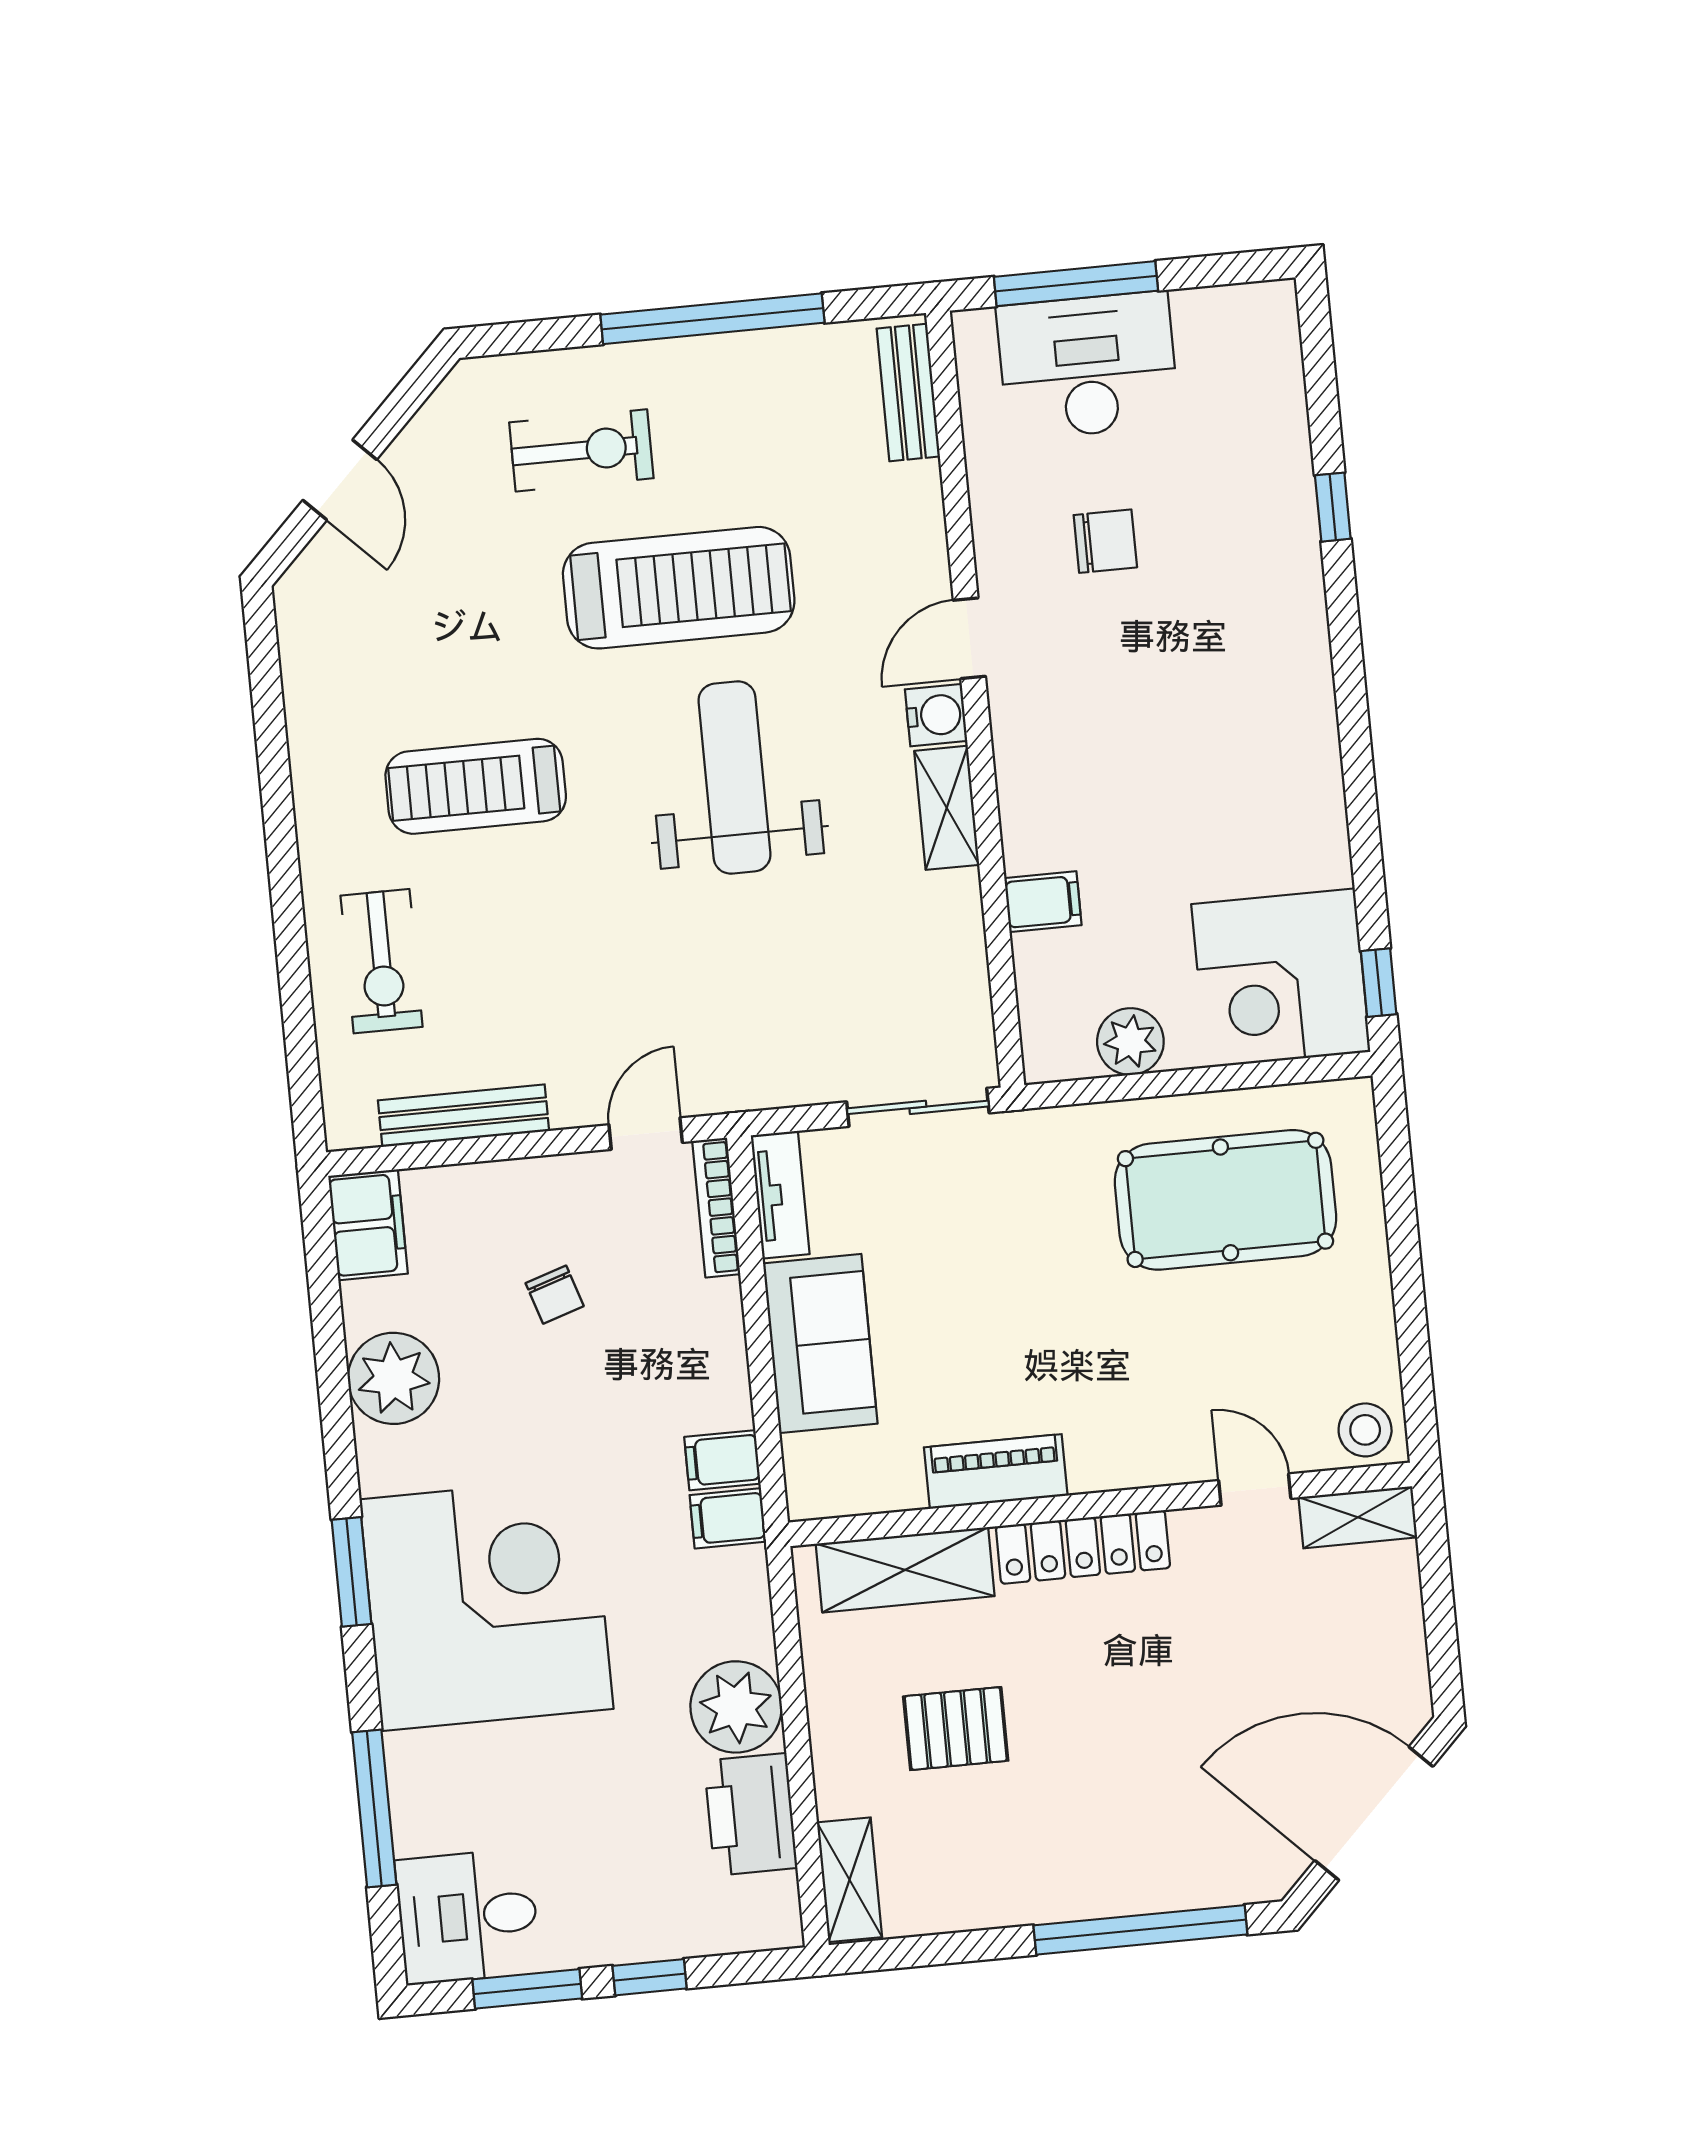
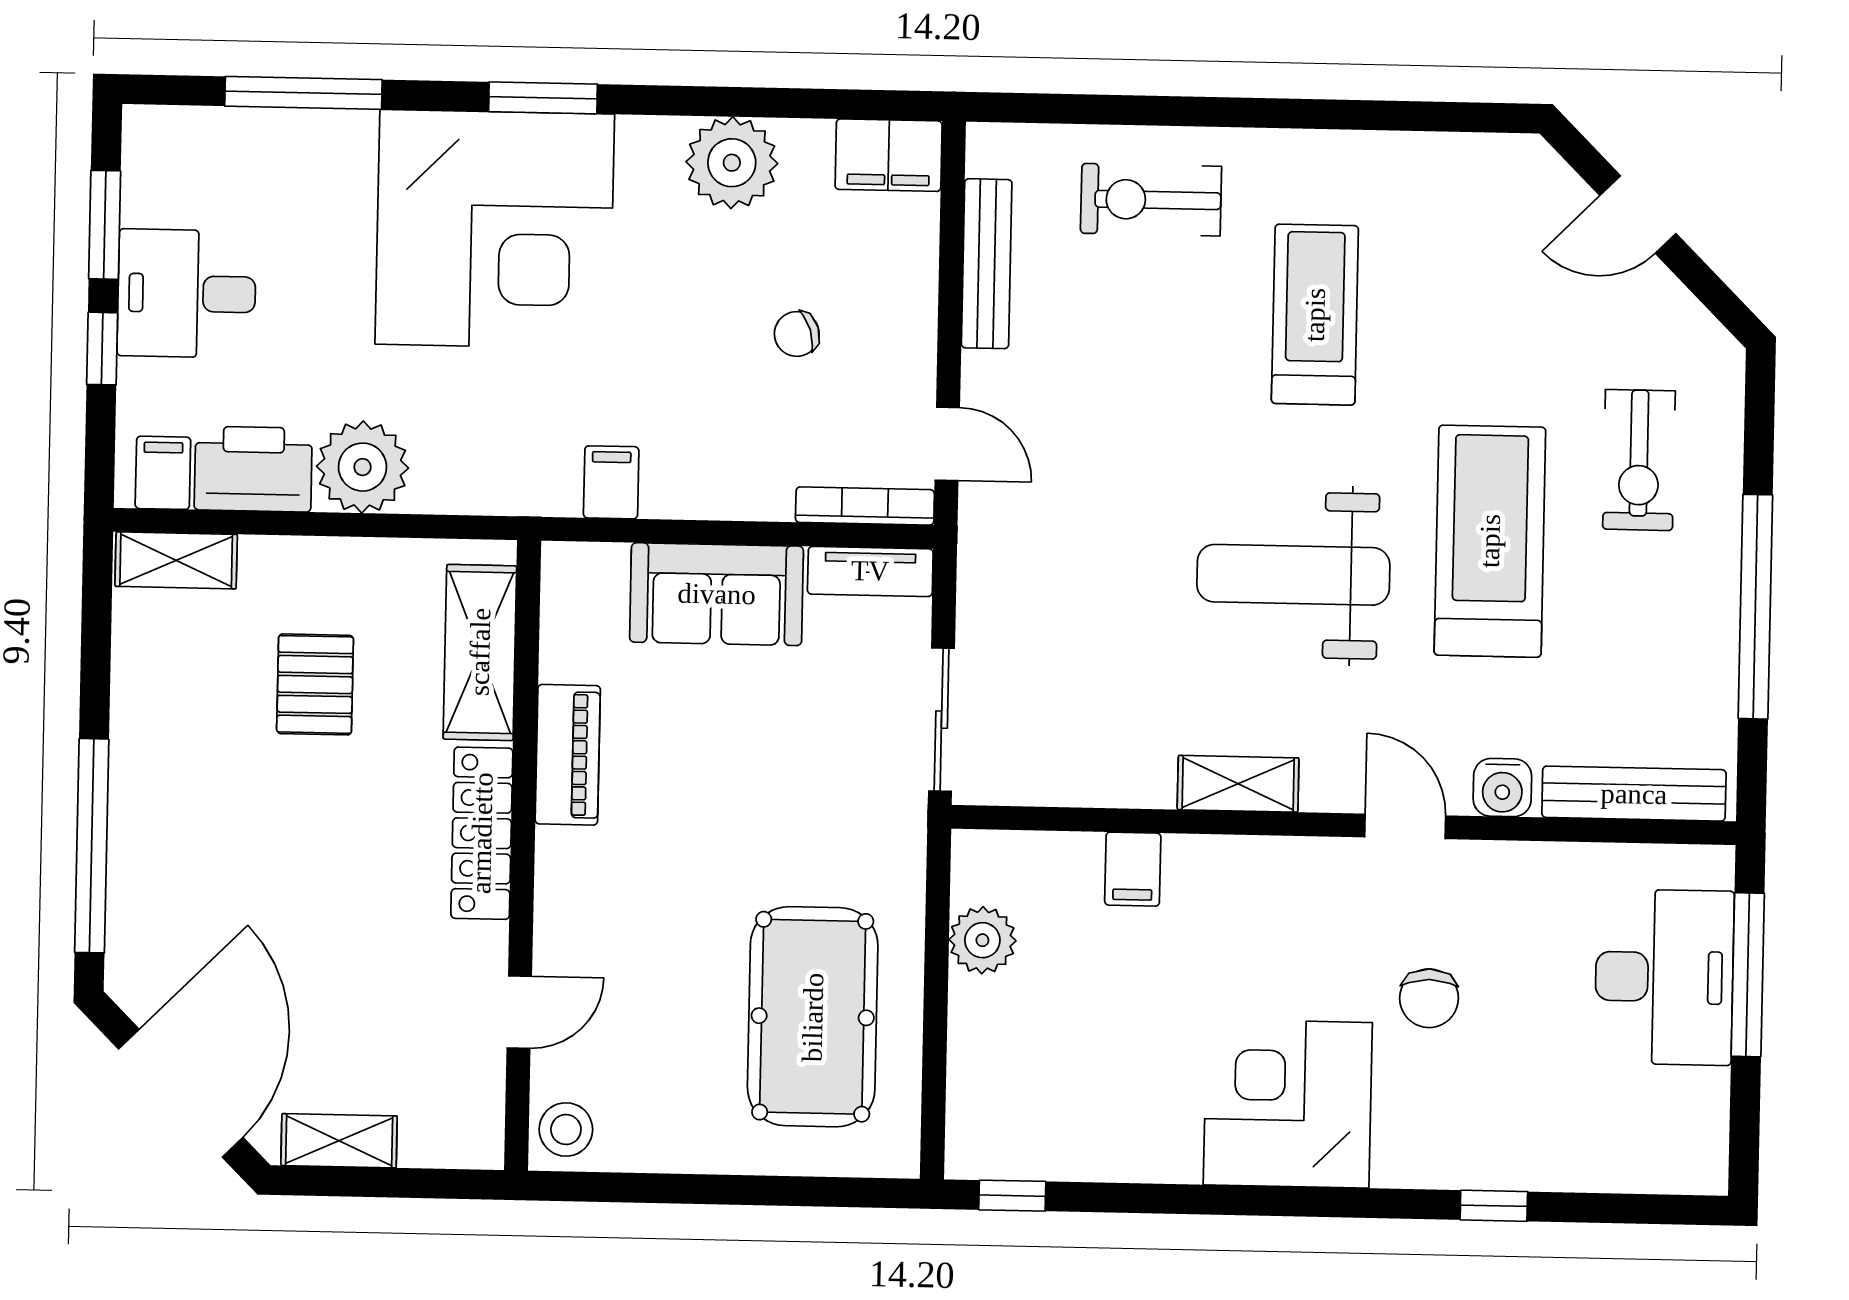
bench: (908, 393) -> (1634, 794), width x1.36
chair: (1105, 541) -> (1429, 998), moved
treadmill: (679, 588) -> (1490, 541), turned 180
water cooler: (936, 715) -> (1502, 788), moved
weight bench: (734, 778) -> (1293, 575), turned 180
corner desk: (1281, 978) -> (1288, 1104), moved
shelving: (1358, 1517) -> (339, 1141), moved, turned 90
filing cabinet: (728, 1518) -> (163, 473), moved
desk: (468, 1917) -> (187, 294), moved, turned -90

